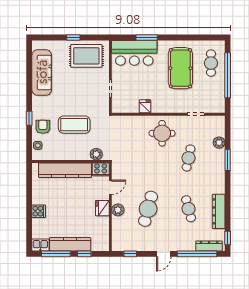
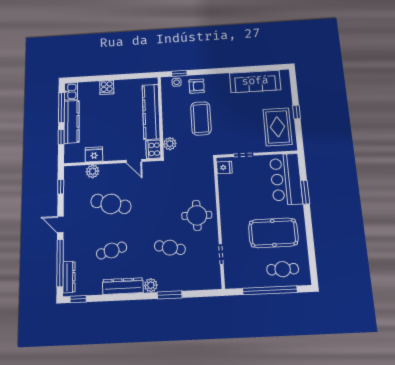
fridge: (145, 106) -> (224, 167), moved
window: (29, 118) -> (179, 73), moved
plant: (219, 143) -> (151, 285), moved
fridge: (102, 208) -> (94, 154), moved
plant: (118, 210) -> (93, 171), moved
dresser: (219, 211) -> (123, 286), moved

